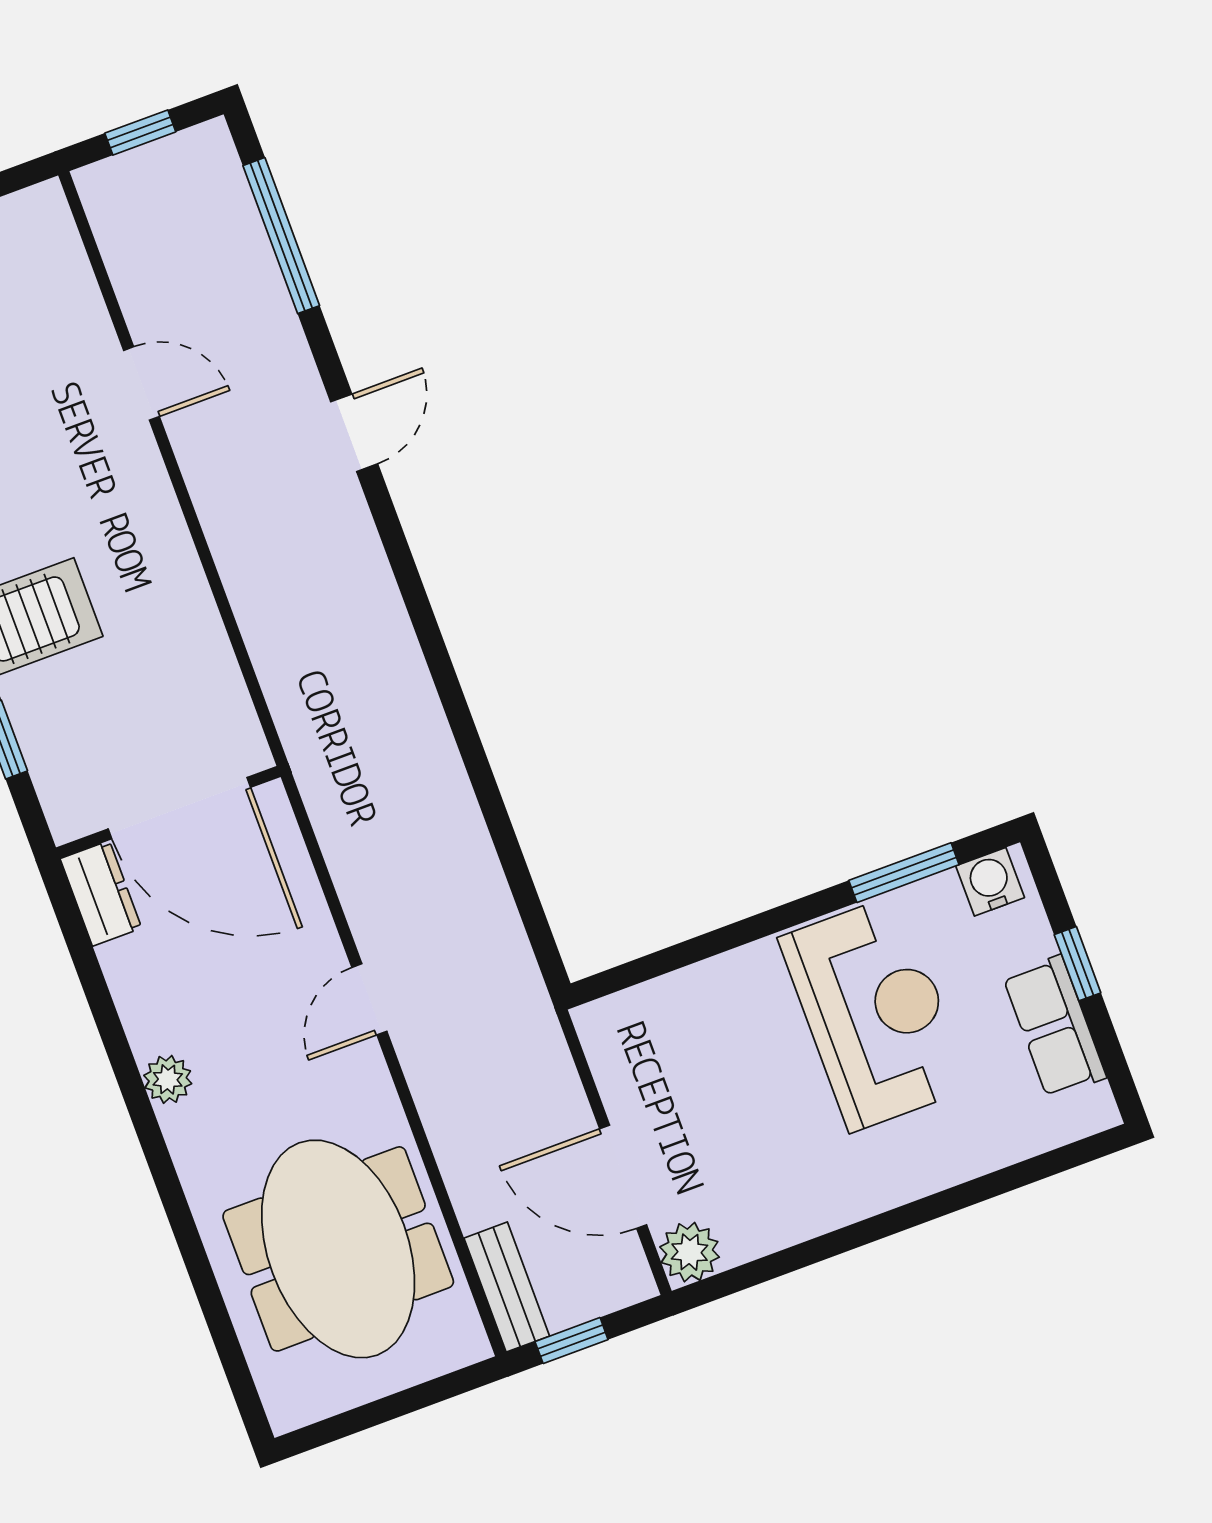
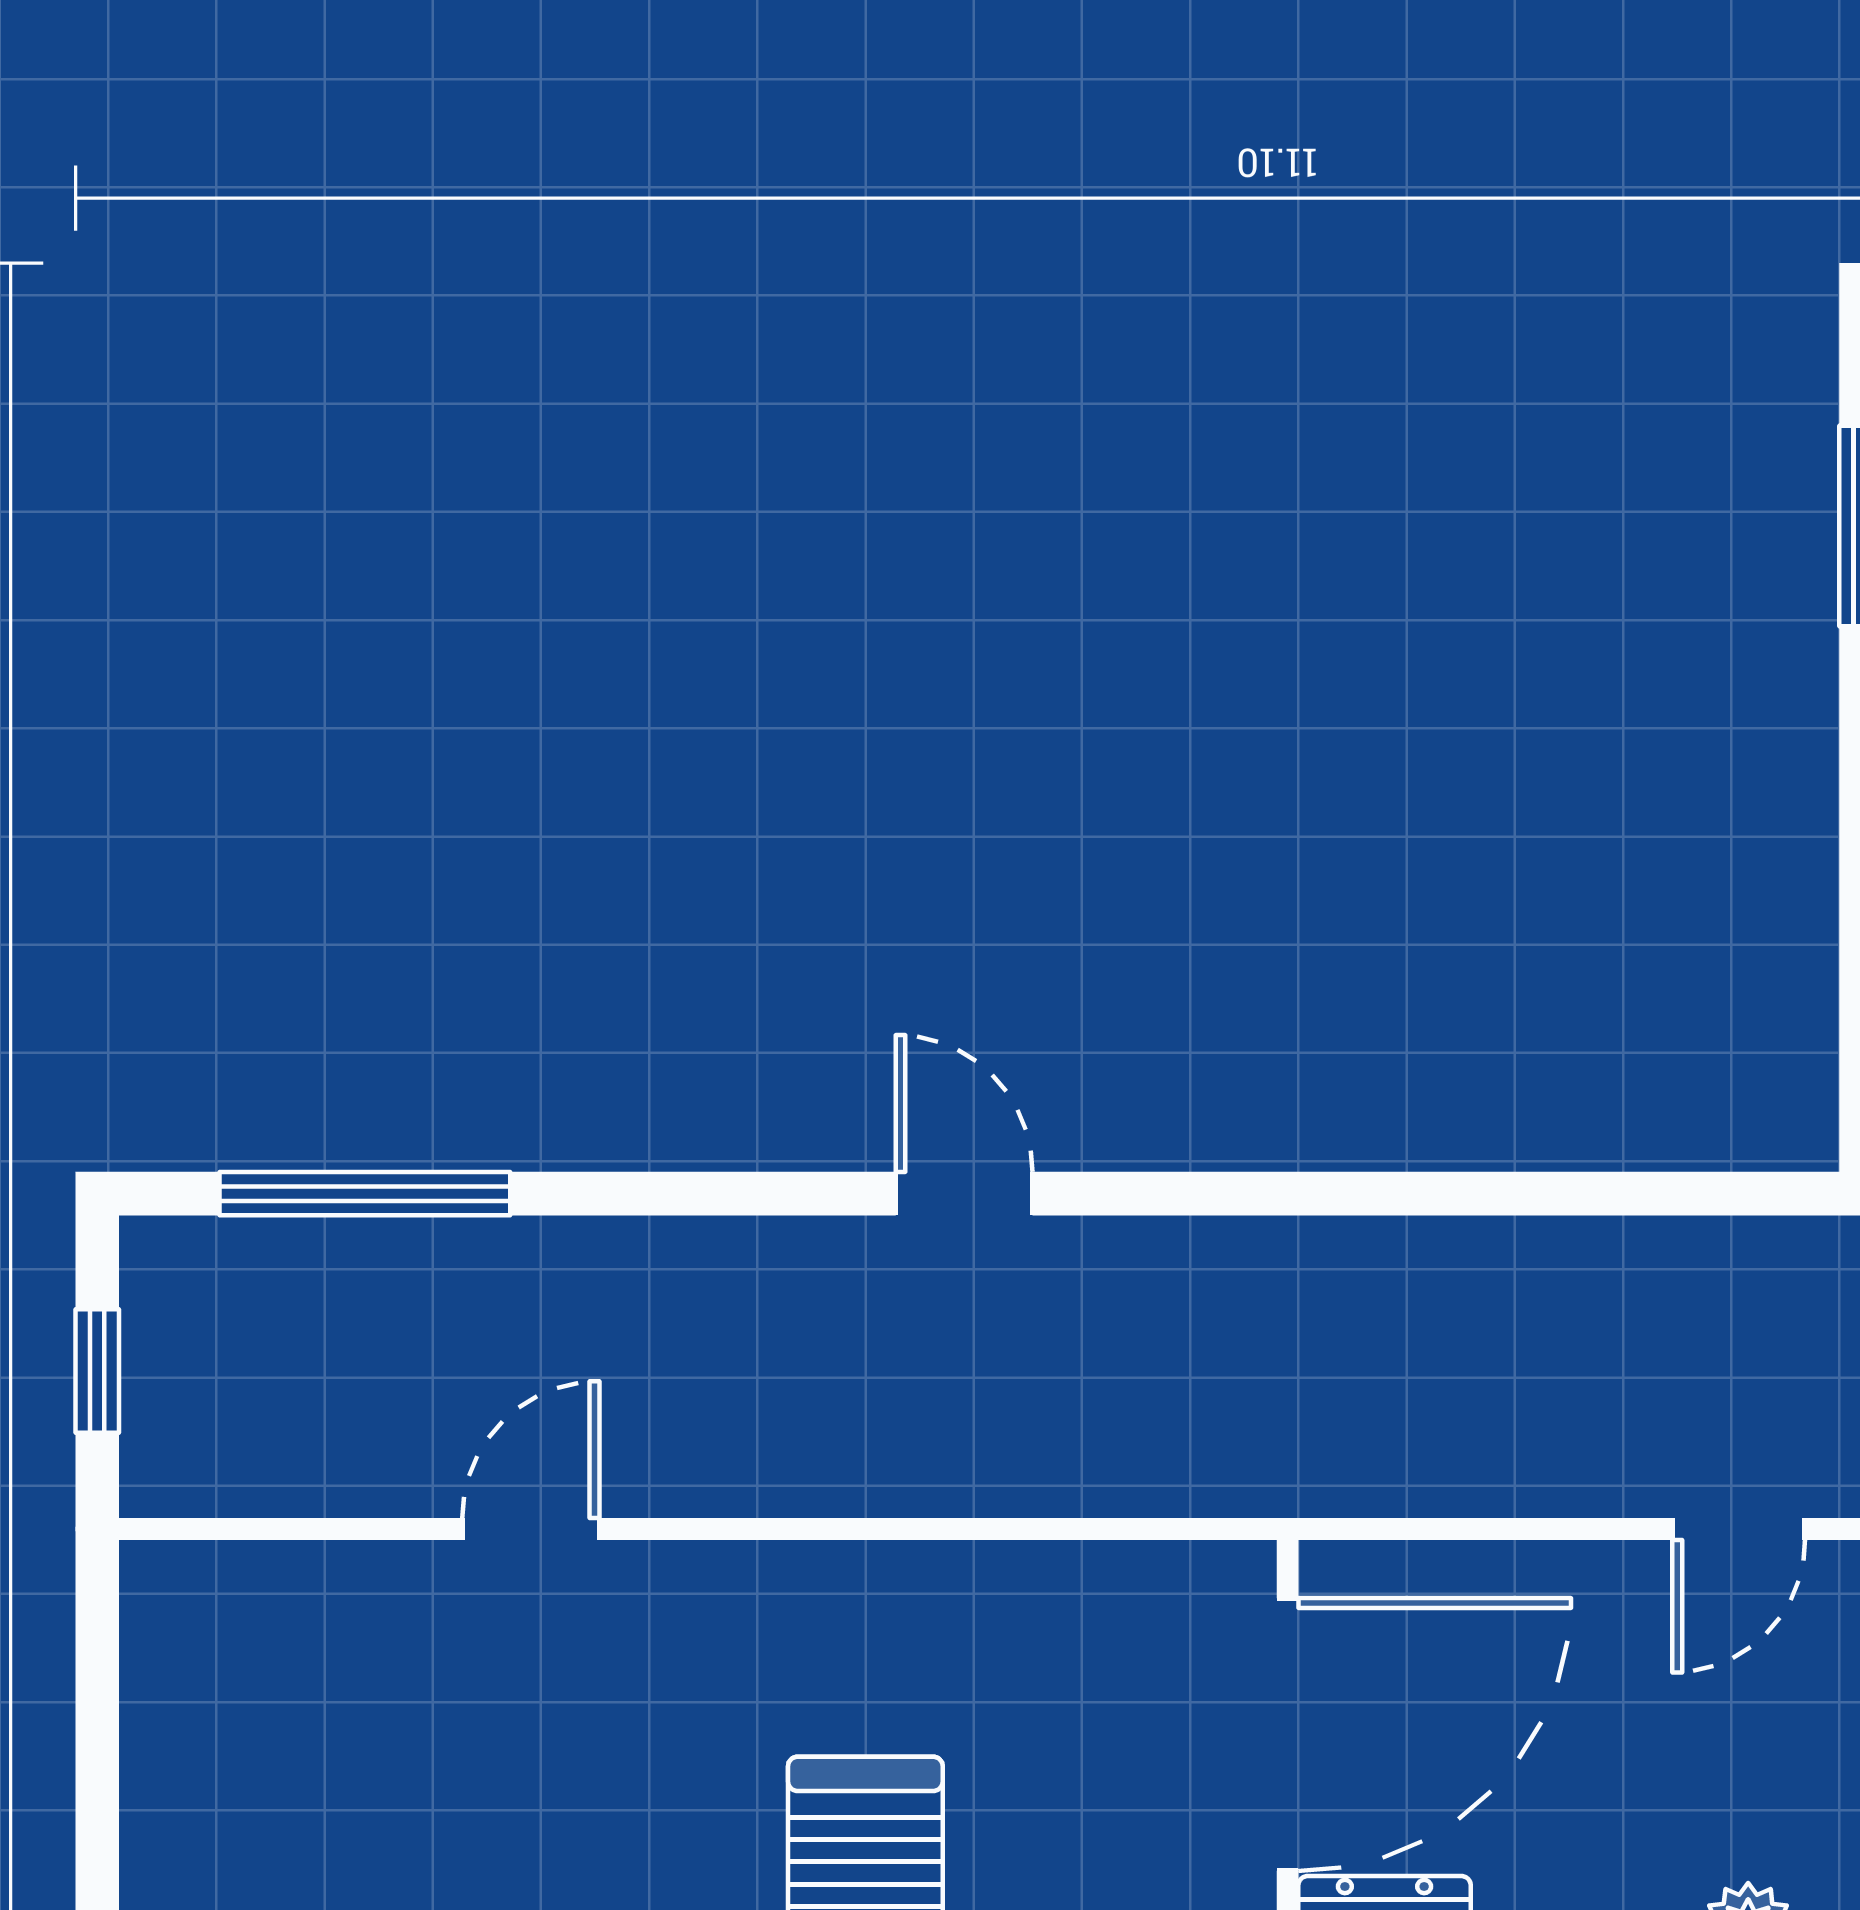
door: (354, 433) -> (964, 1194), moved
door: (369, 999) -> (1739, 1529), hinge flipped

